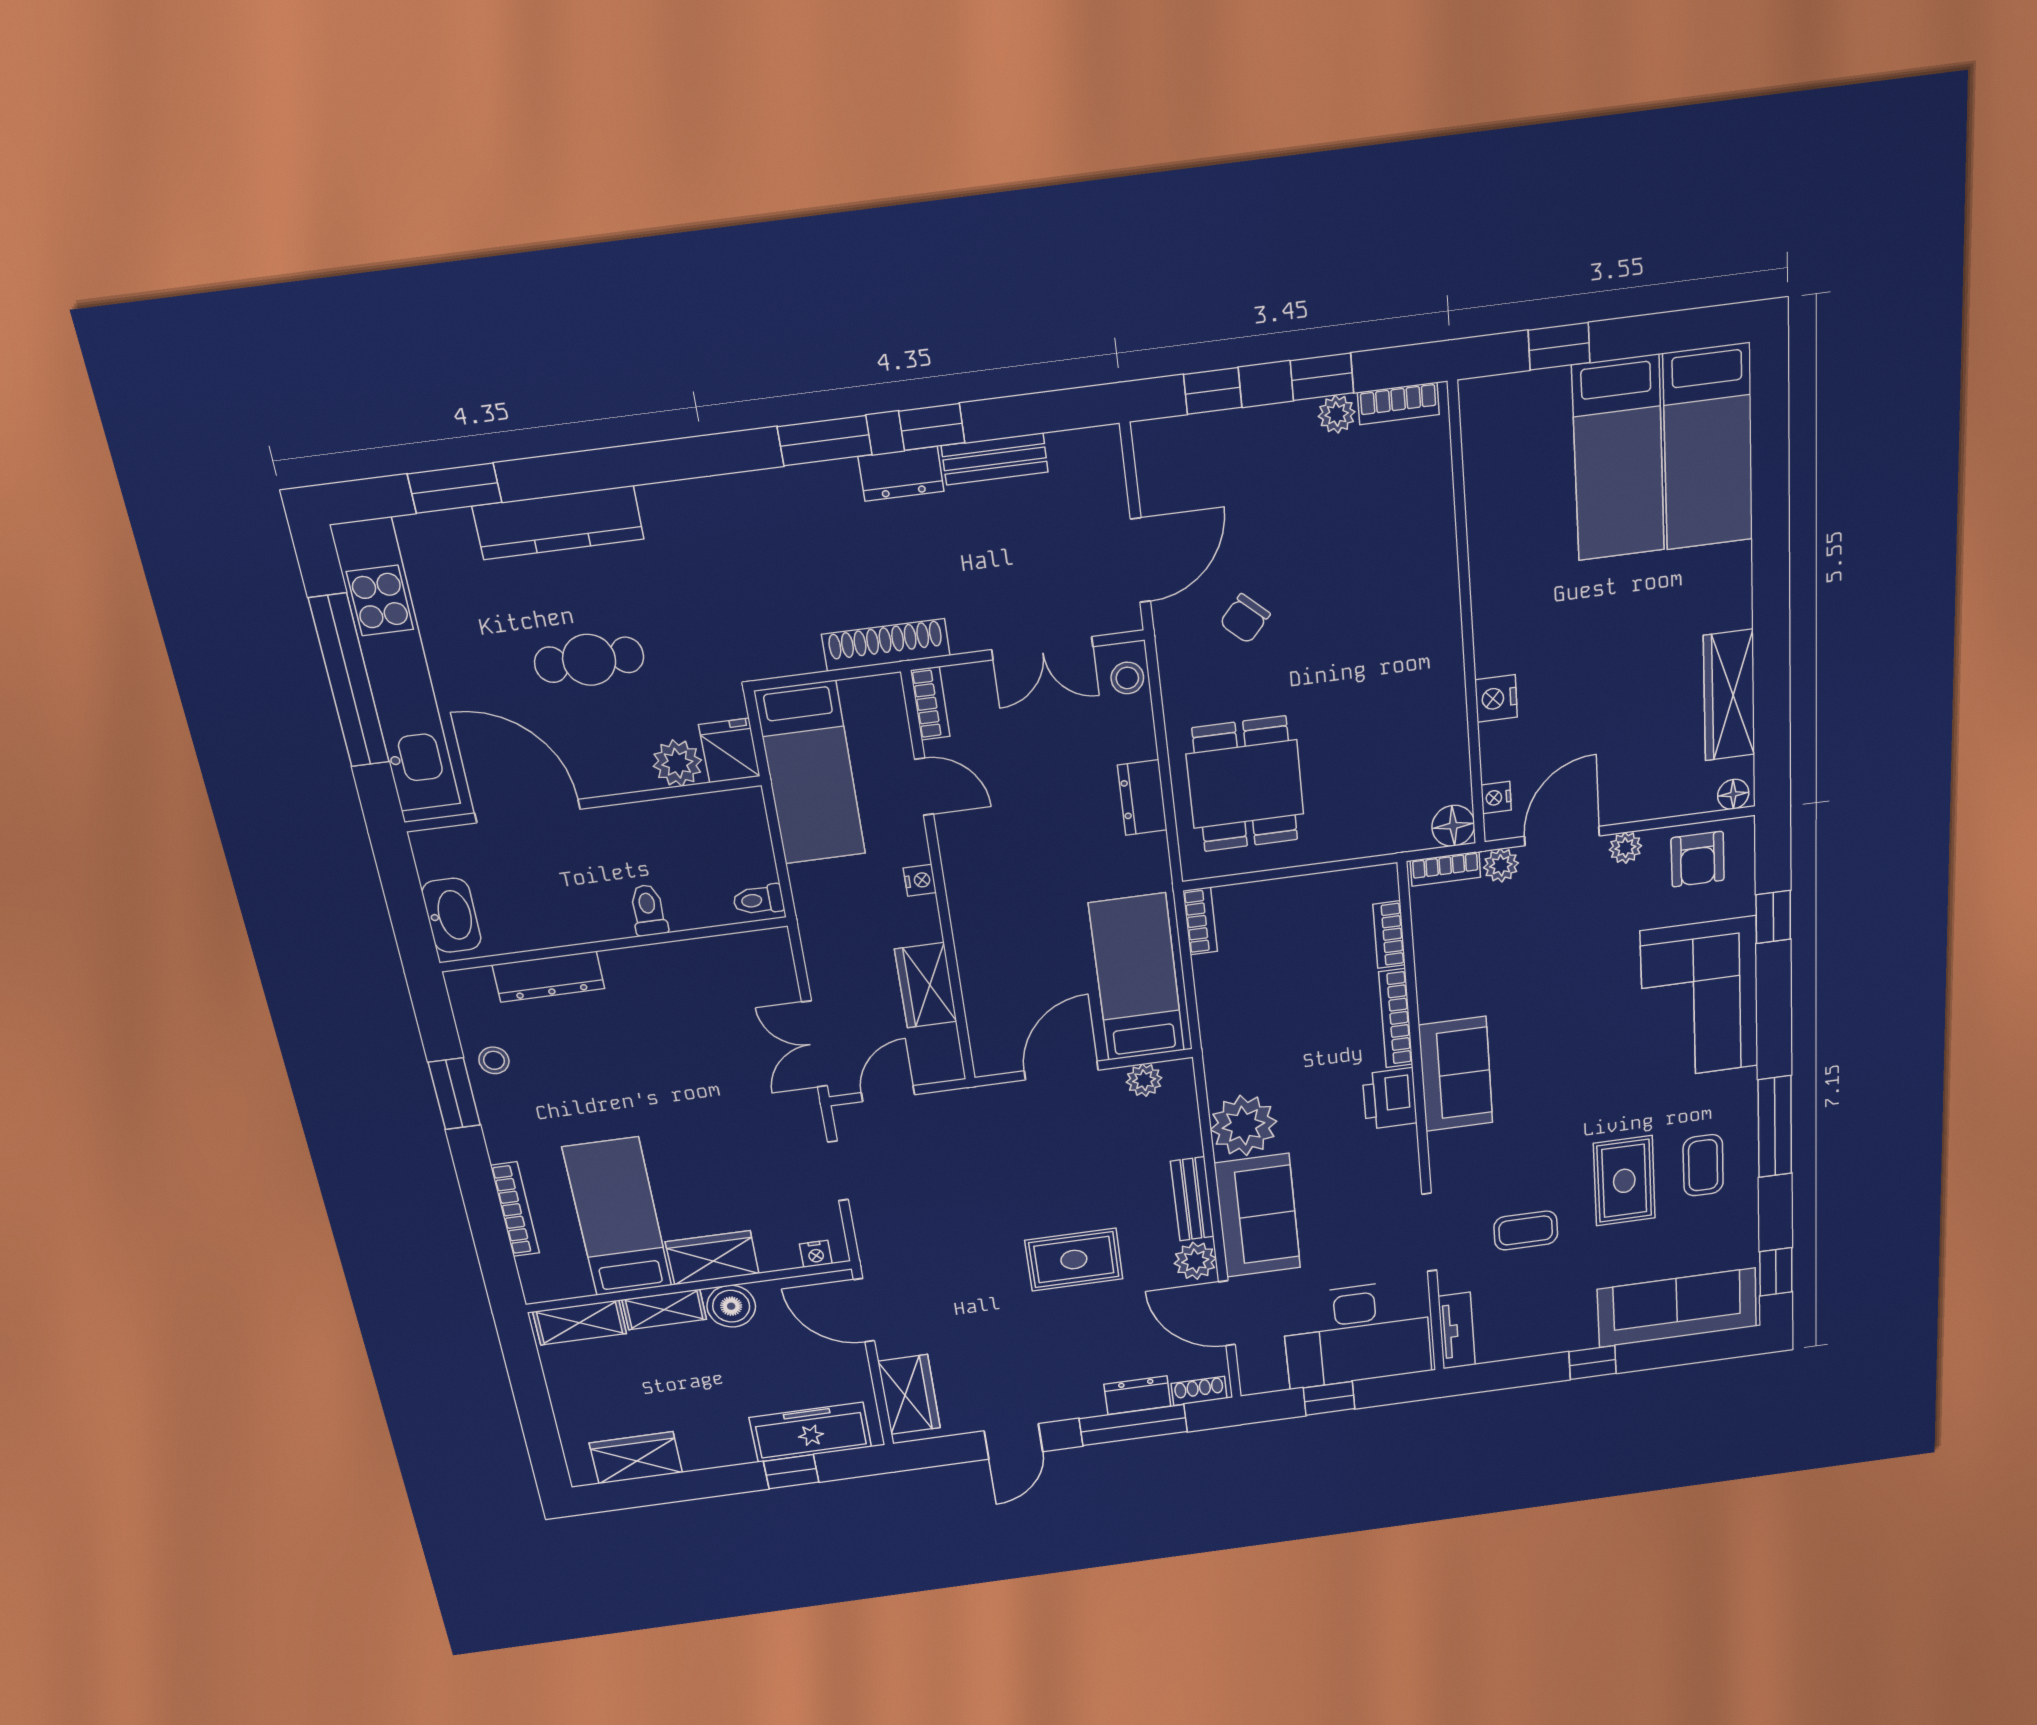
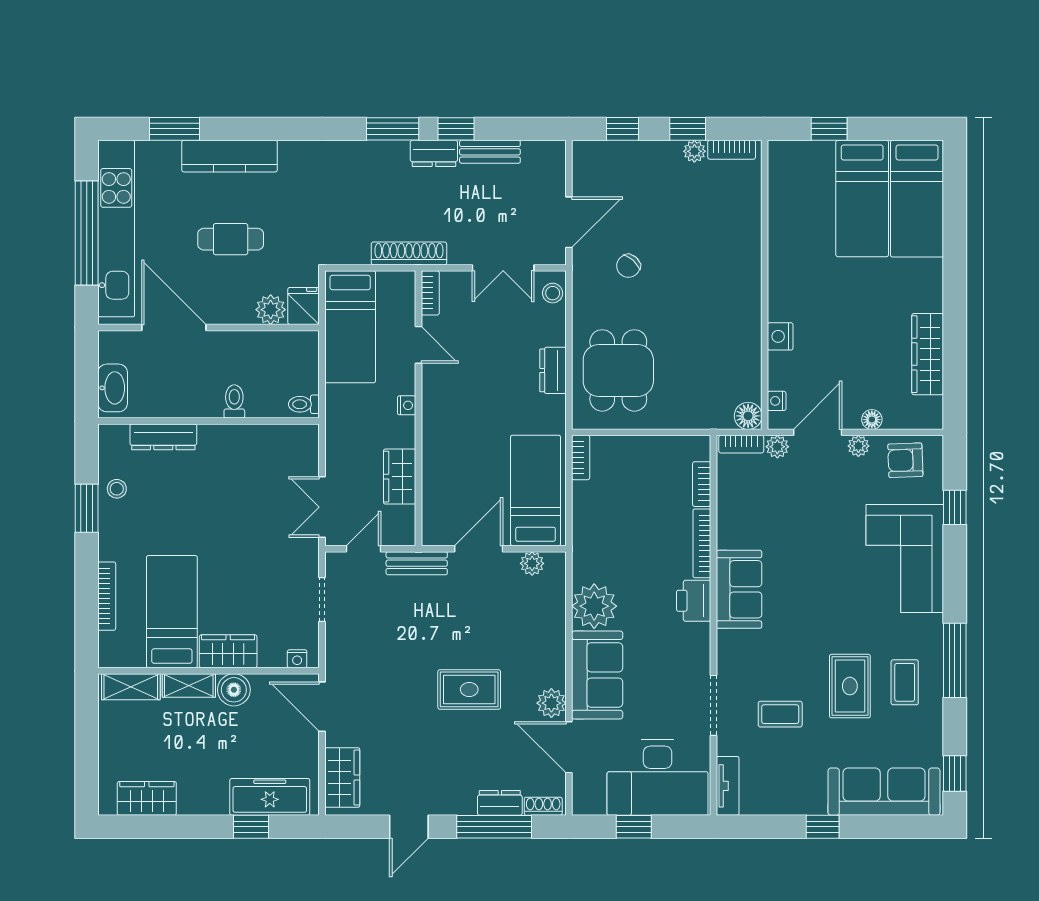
floor lamp: (1733, 794) -> (872, 420), moved
armchair: (1698, 859) -> (905, 460), turned 88
bench: (1192, 1199) -> (417, 563), moved, turned 90

